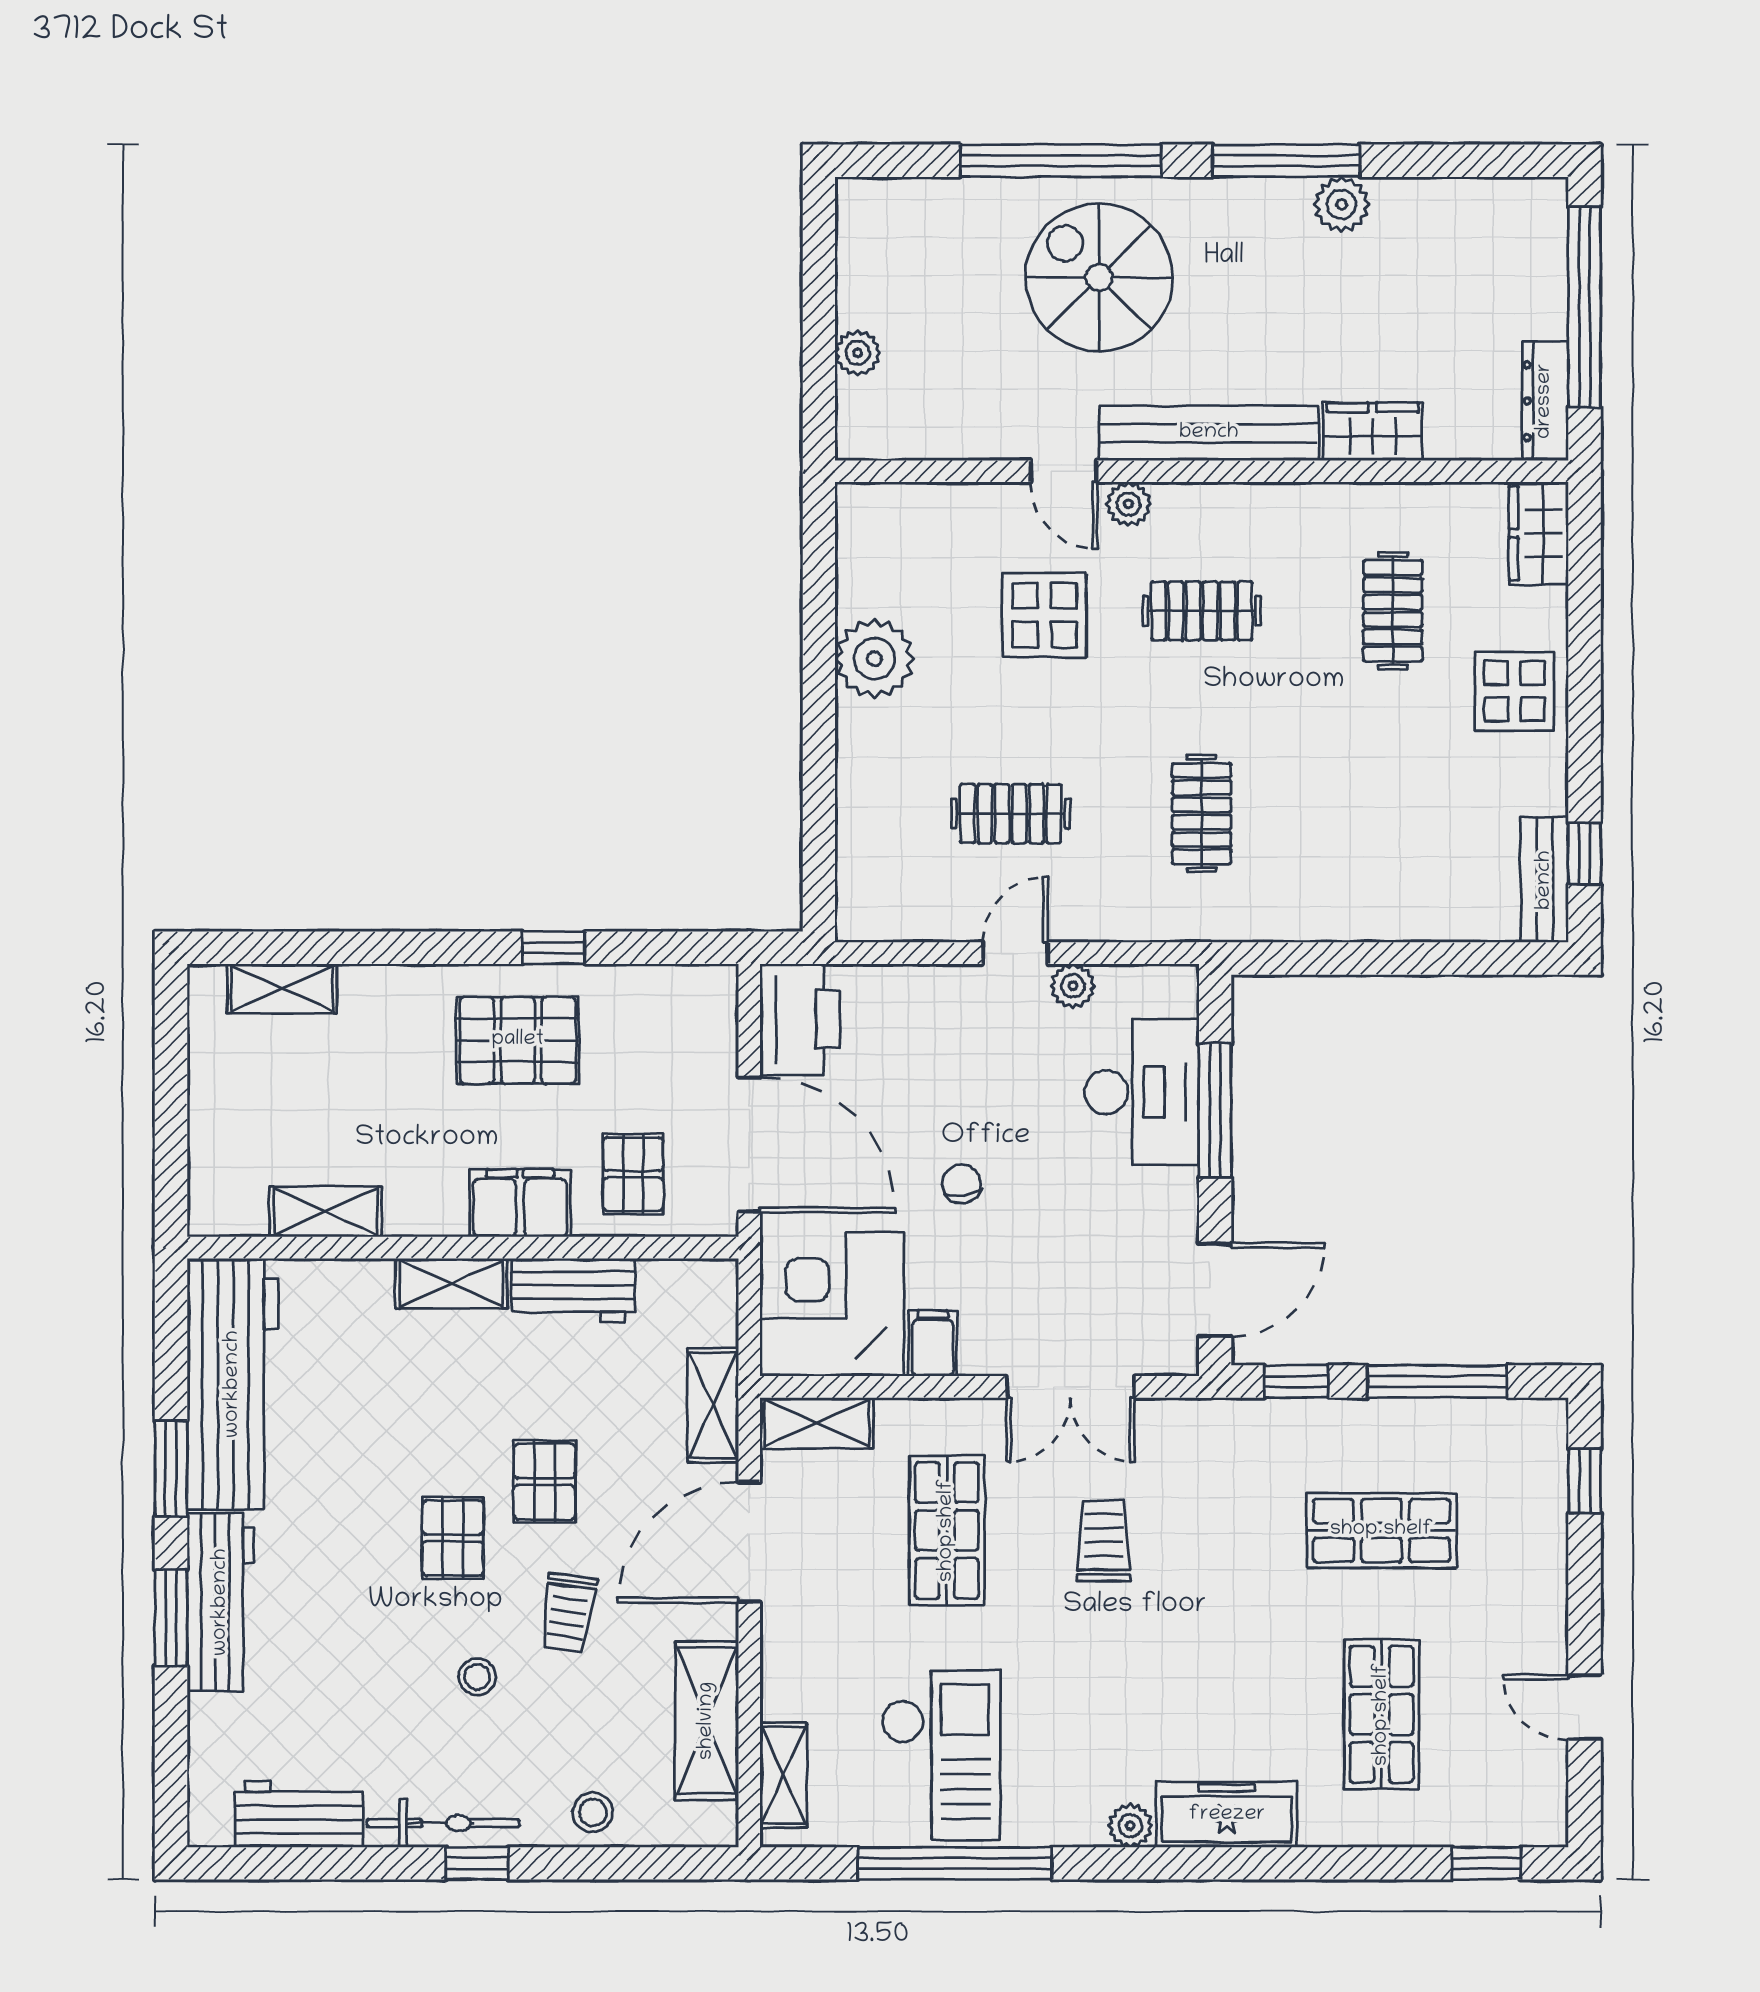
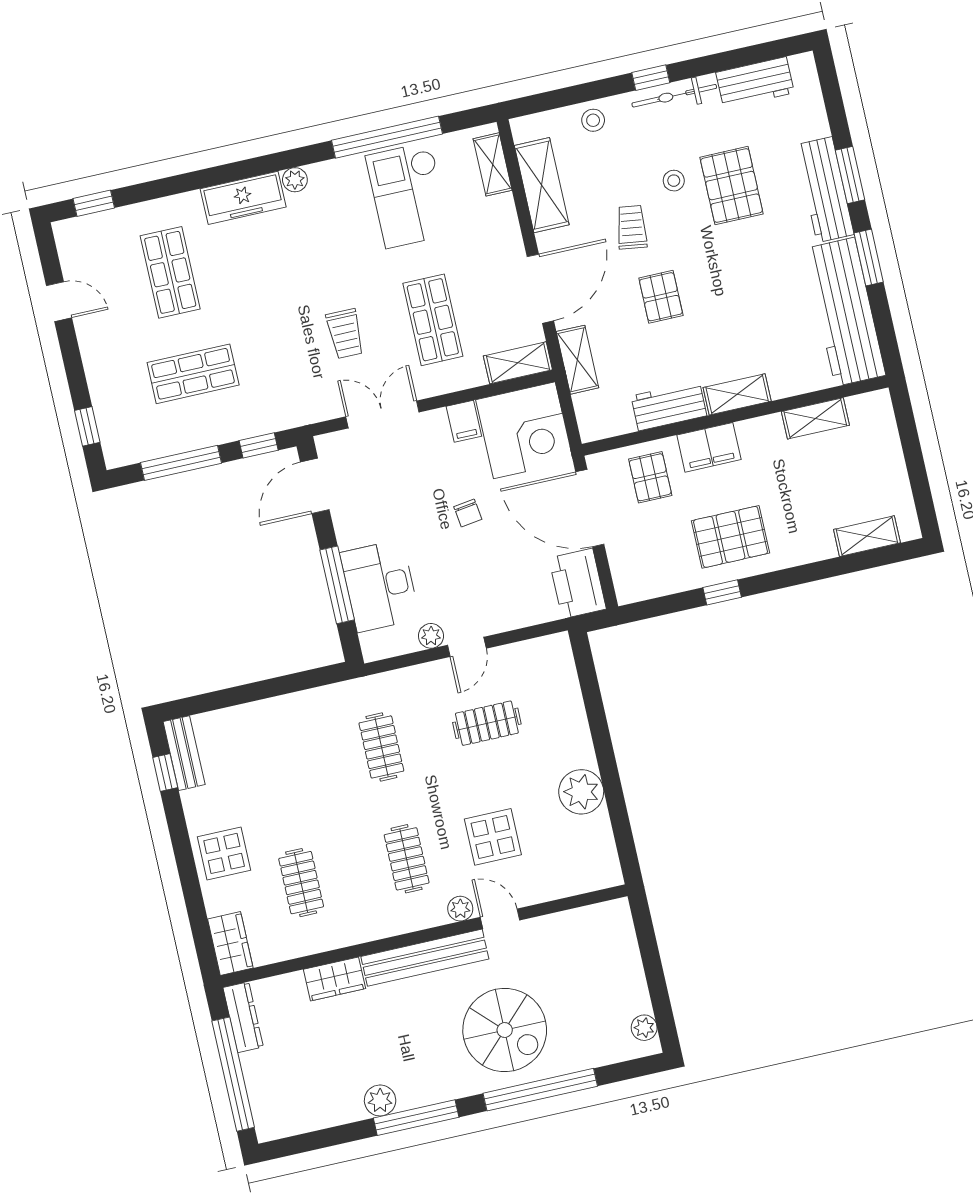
plant: (858, 353) -> (644, 1028), moved
clothes rail: (1202, 611) -> (407, 859), turned 90
pallet: (453, 1538) -> (732, 186), moved, width x1.50, depth x1.42

